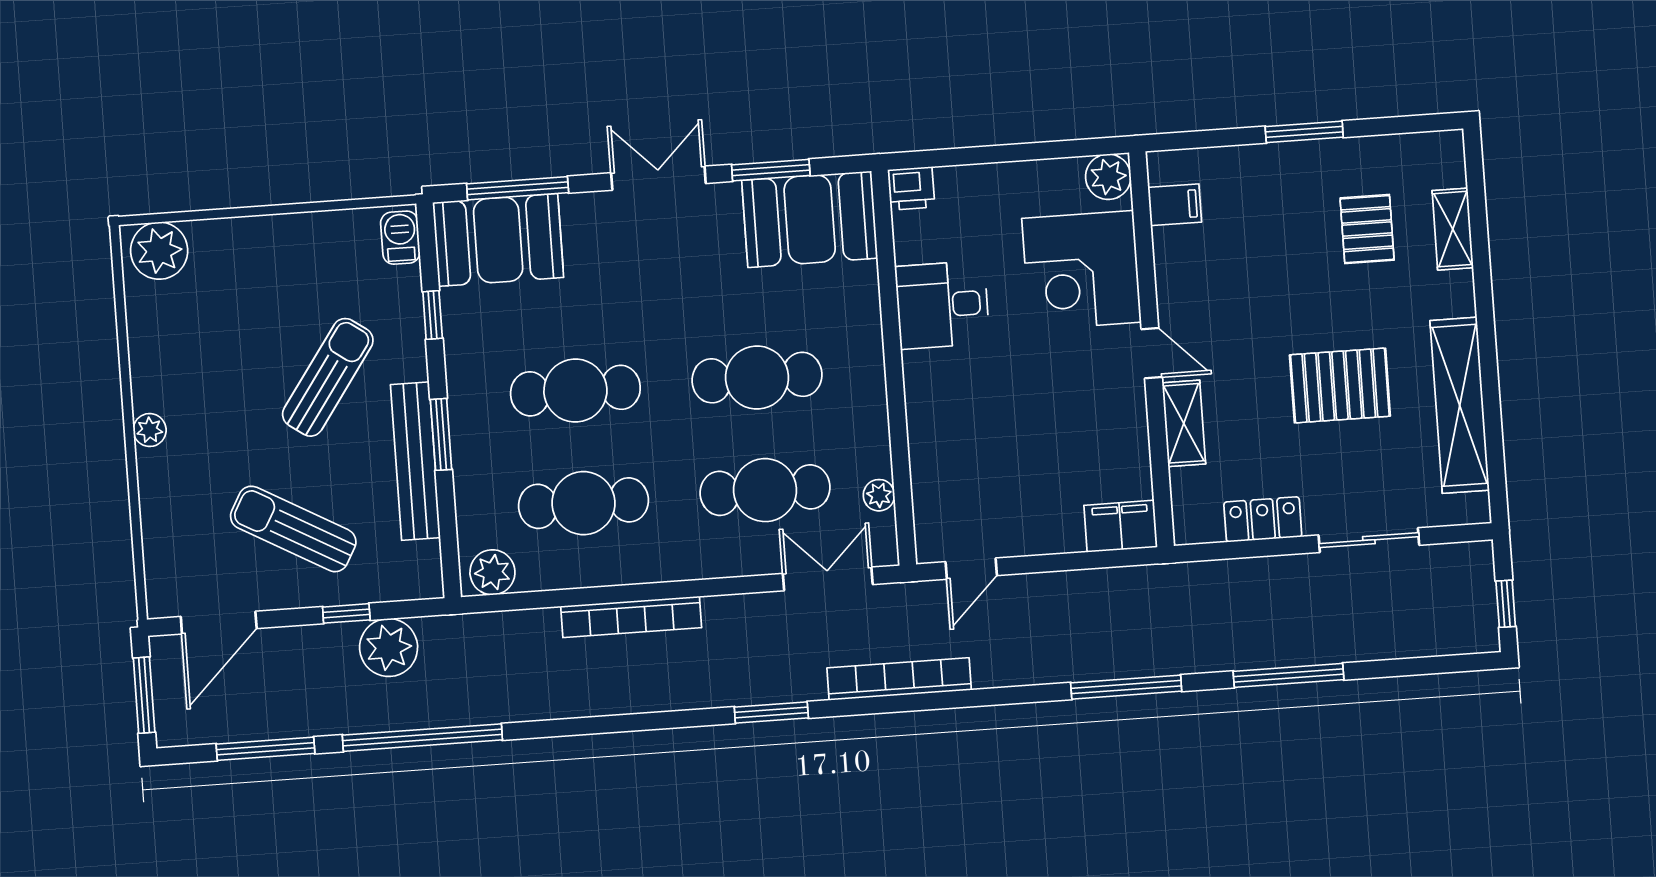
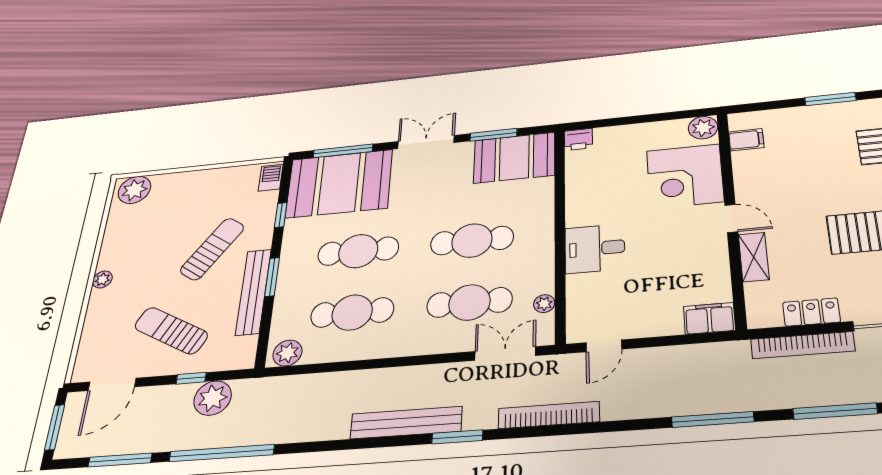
booth: (498, 240) -> (339, 184), width x1.36, depth x1.42
desk: (942, 305) -> (595, 249), moved
bookcase: (631, 617) -> (803, 345), moved
bench: (694, 690) -> (406, 423), added

